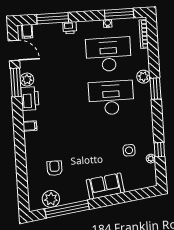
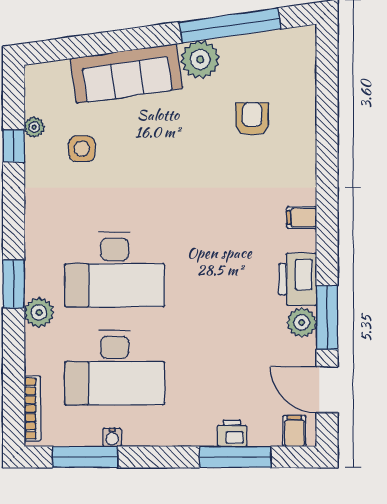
printer: (70, 28) -> (232, 433), moved
armchair: (55, 168) -> (252, 119), turned 180
sofa: (105, 186) -> (126, 74), width x1.36
plant: (51, 199) -> (200, 59), moved

